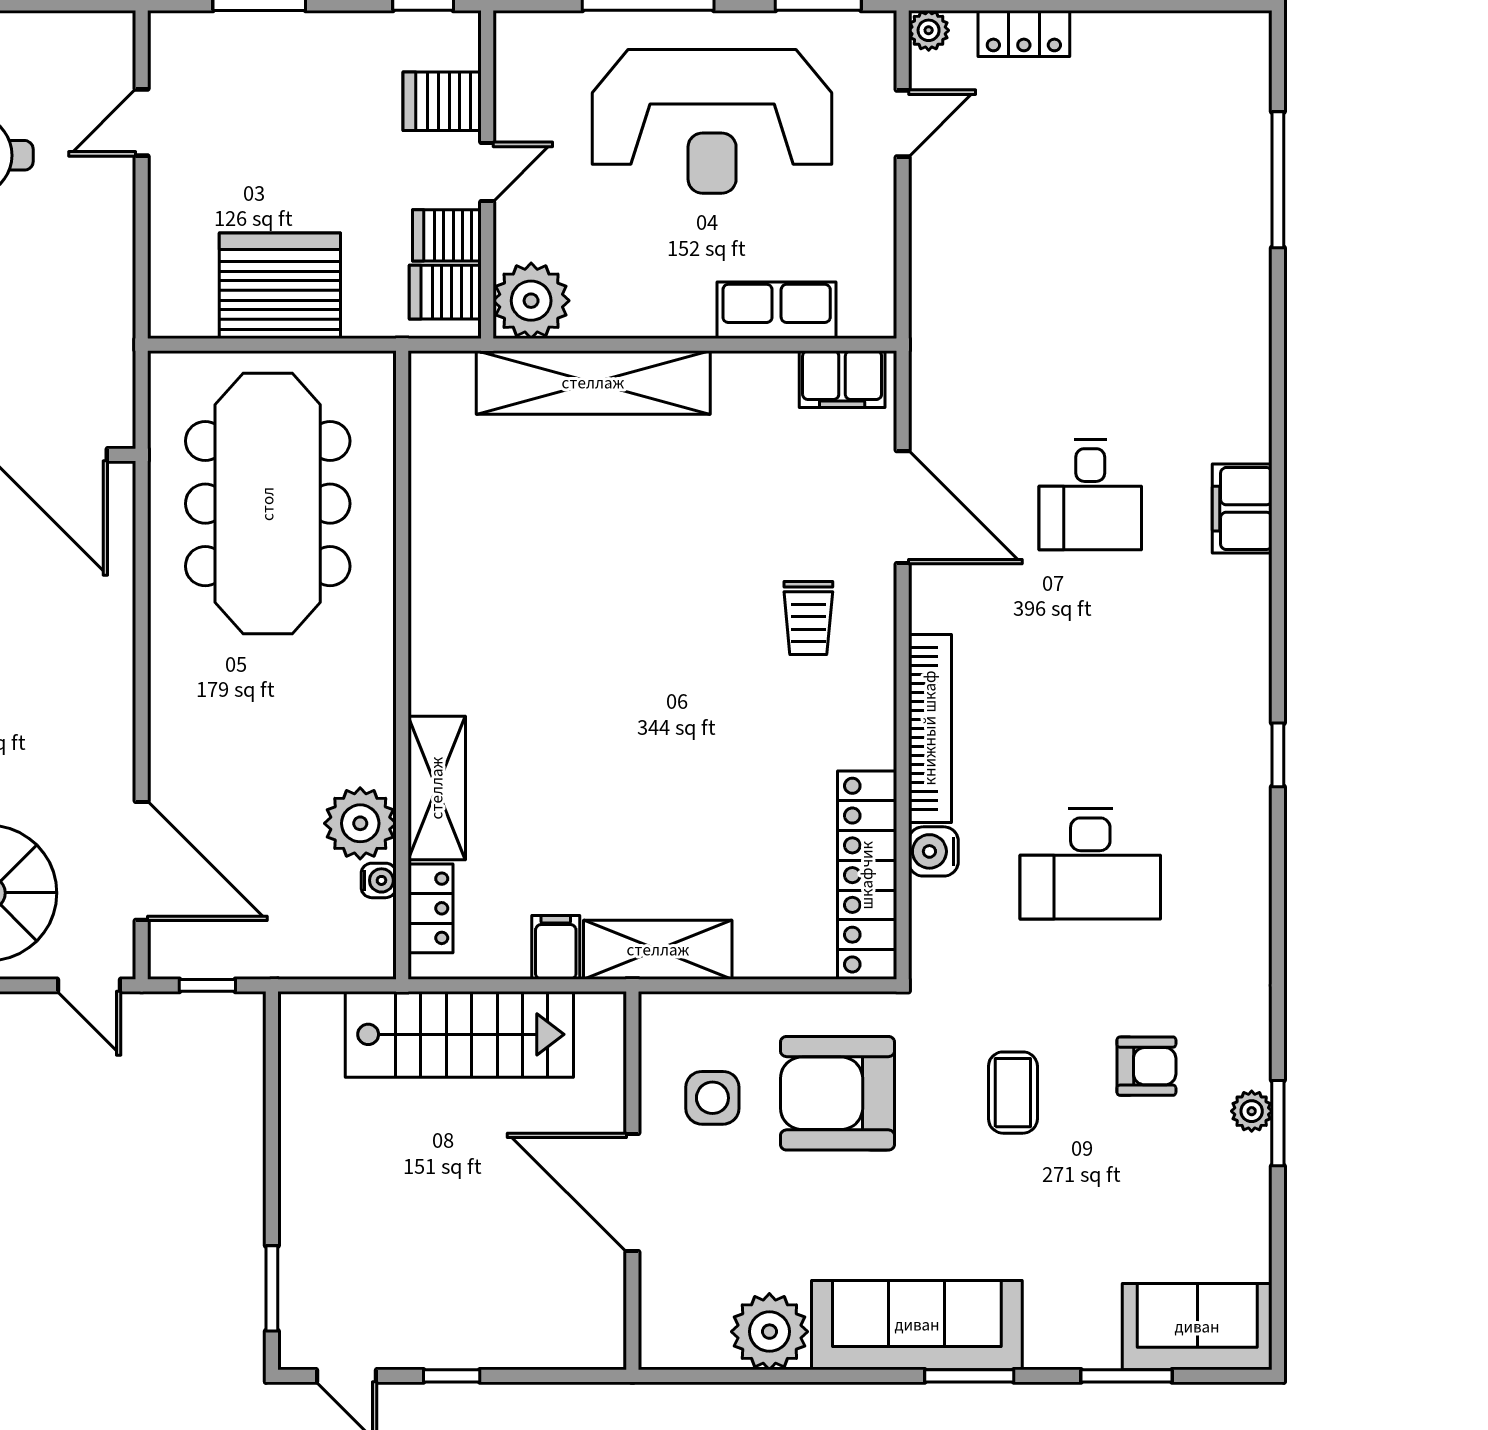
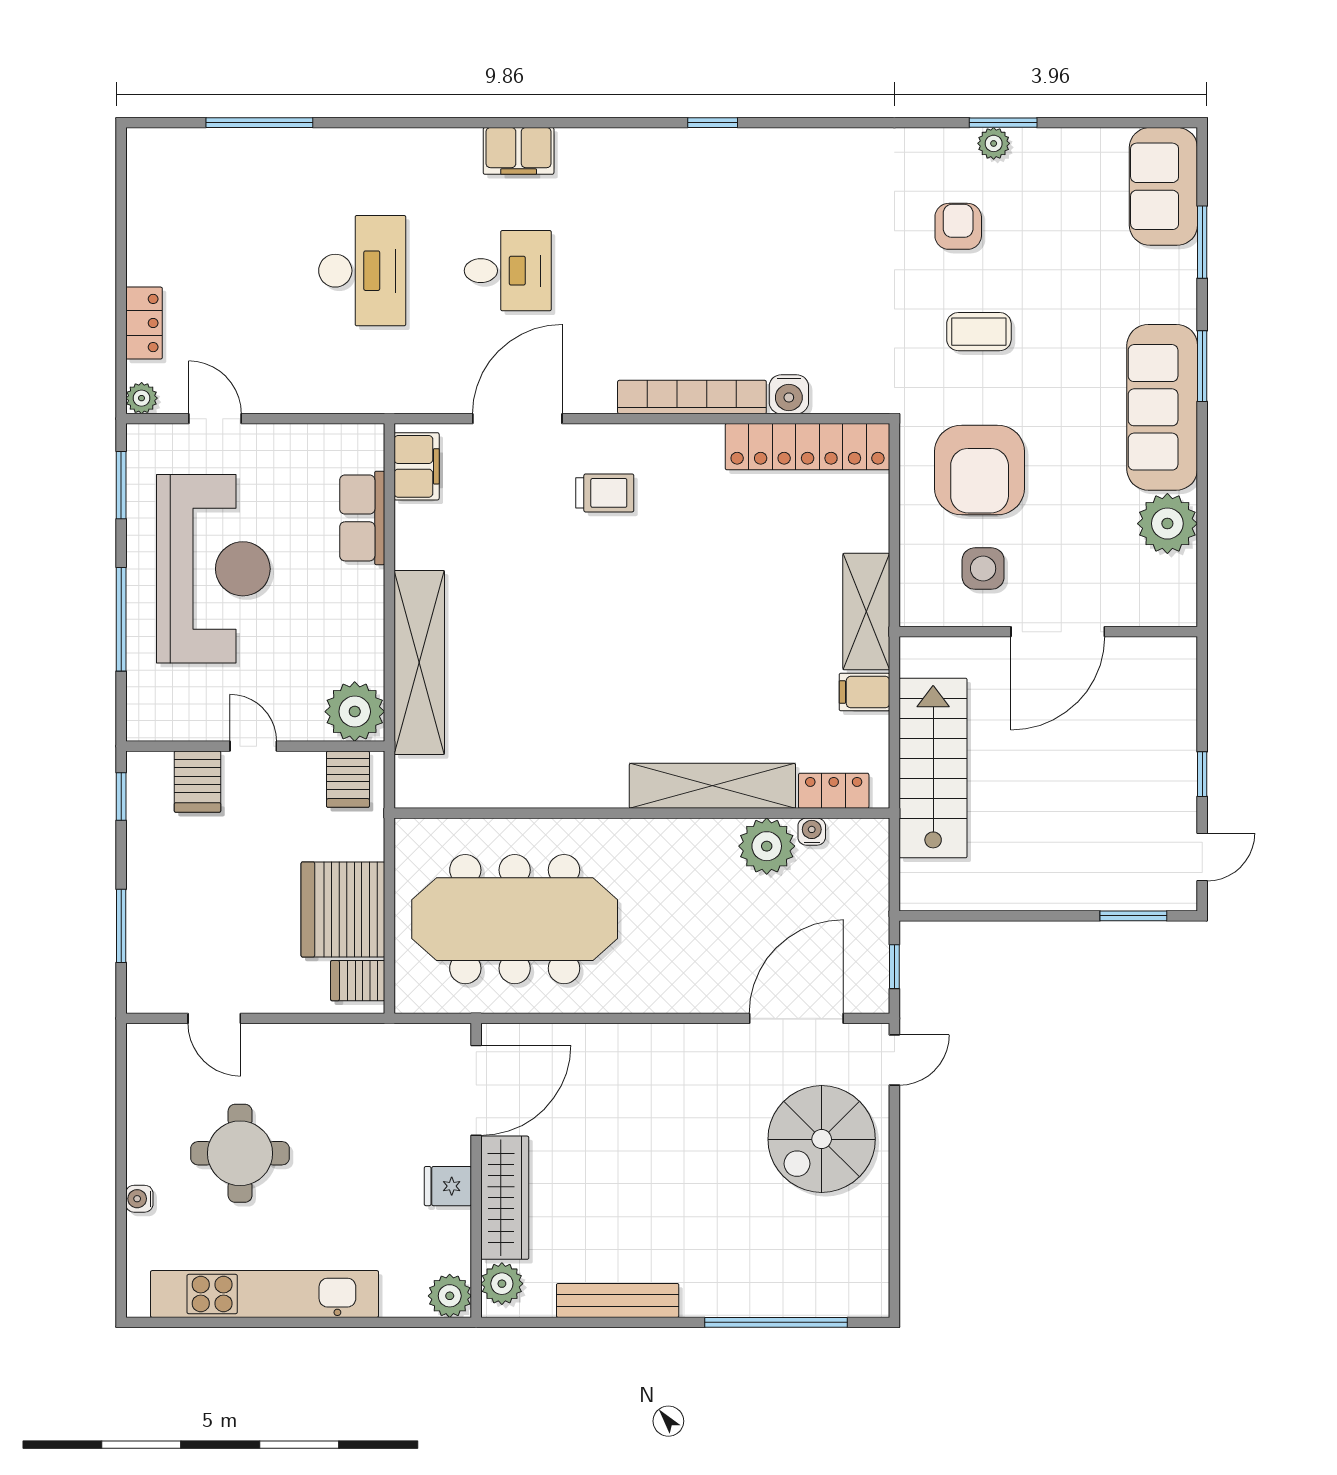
server rack: (447, 235) -> (358, 981), moved, turned 90
shelving: (437, 788) -> (712, 786), width x1.47
desk: (1090, 864) -> (362, 271), moved

